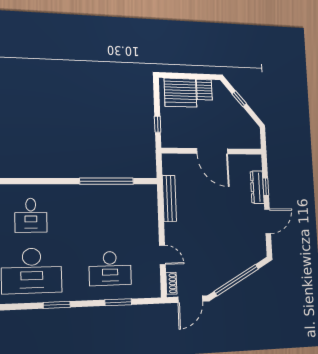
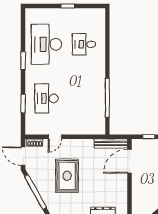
door: (212, 151) -> (129, 161), moved
bench: (169, 198) -> (111, 143), moved
rug: (213, 237) -> (67, 176), added

